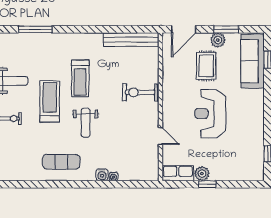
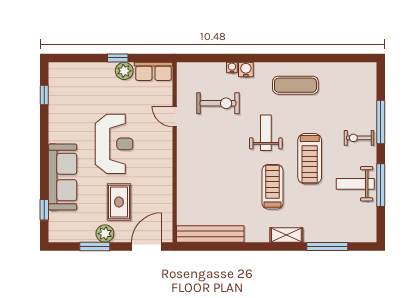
shelving: (69, 39) -> (286, 235), added
sofa: (253, 61) -> (63, 177), moved
exercise bike: (140, 92) -> (218, 103), moved

